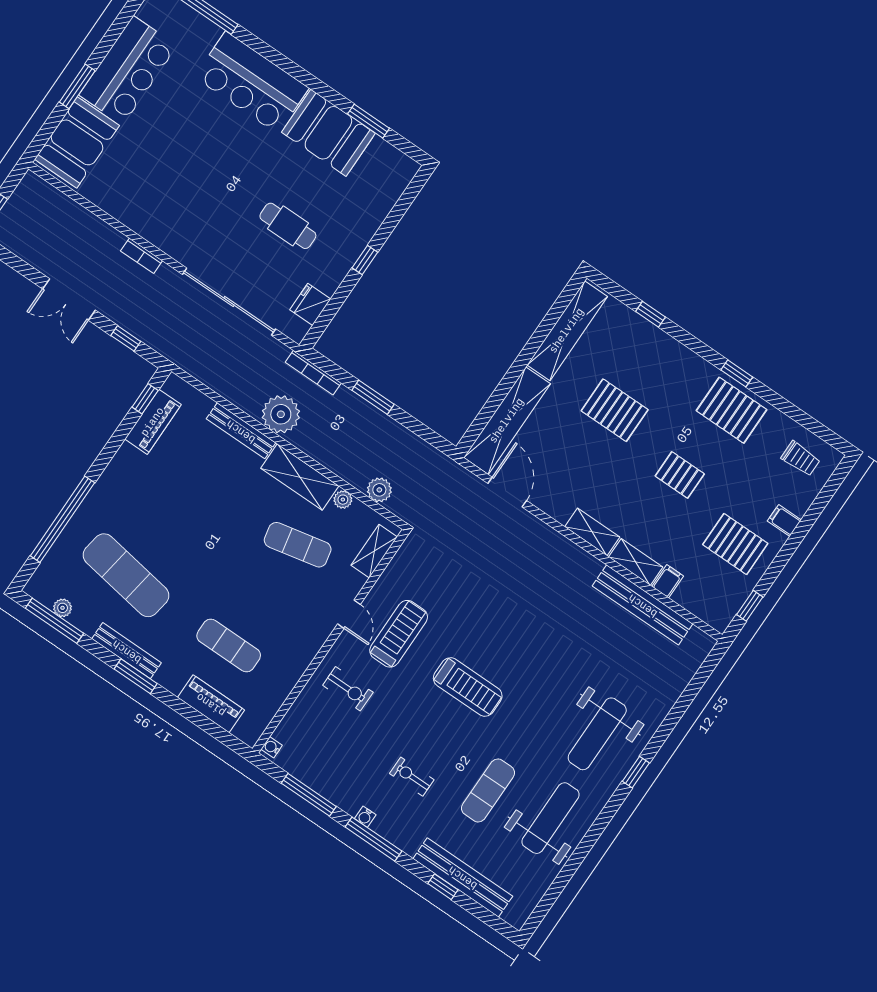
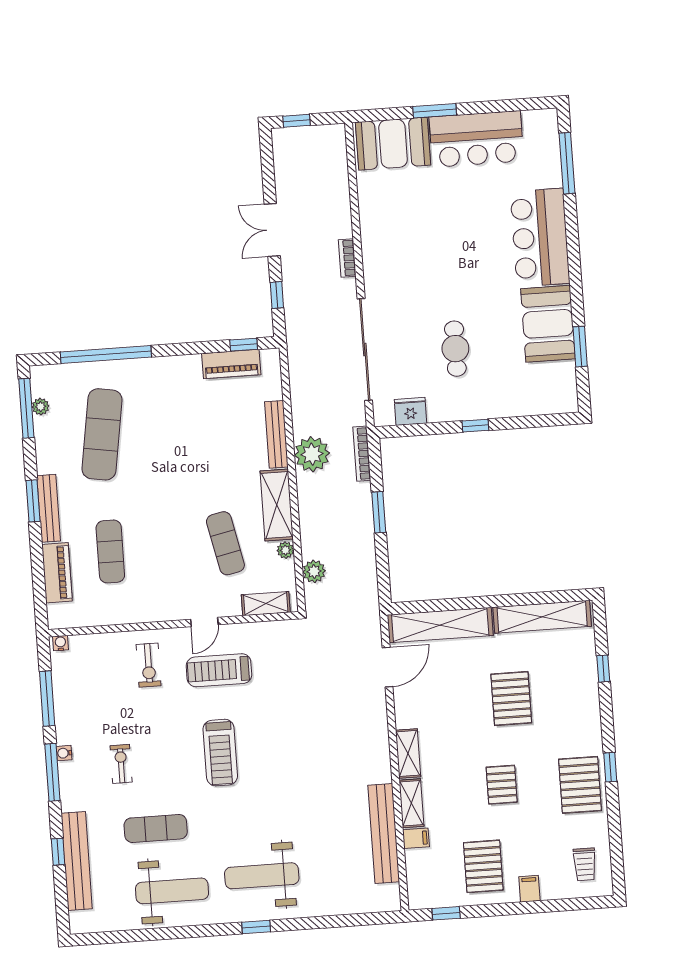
treadmill: (399, 634) -> (219, 670), turned 180
bench: (127, 651) -> (49, 508), moved

